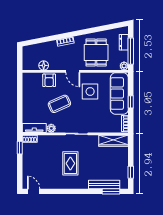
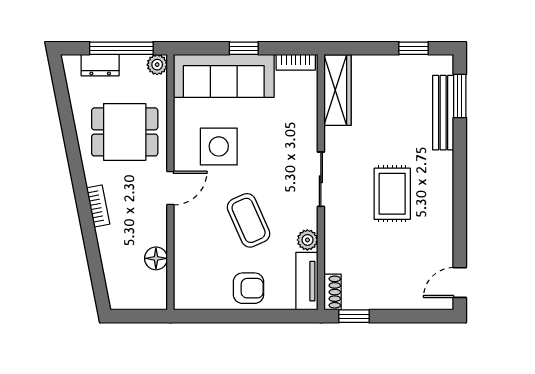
armchair: (49, 80) -> (249, 288), moved
rug: (70, 163) -> (392, 194), turned 90

